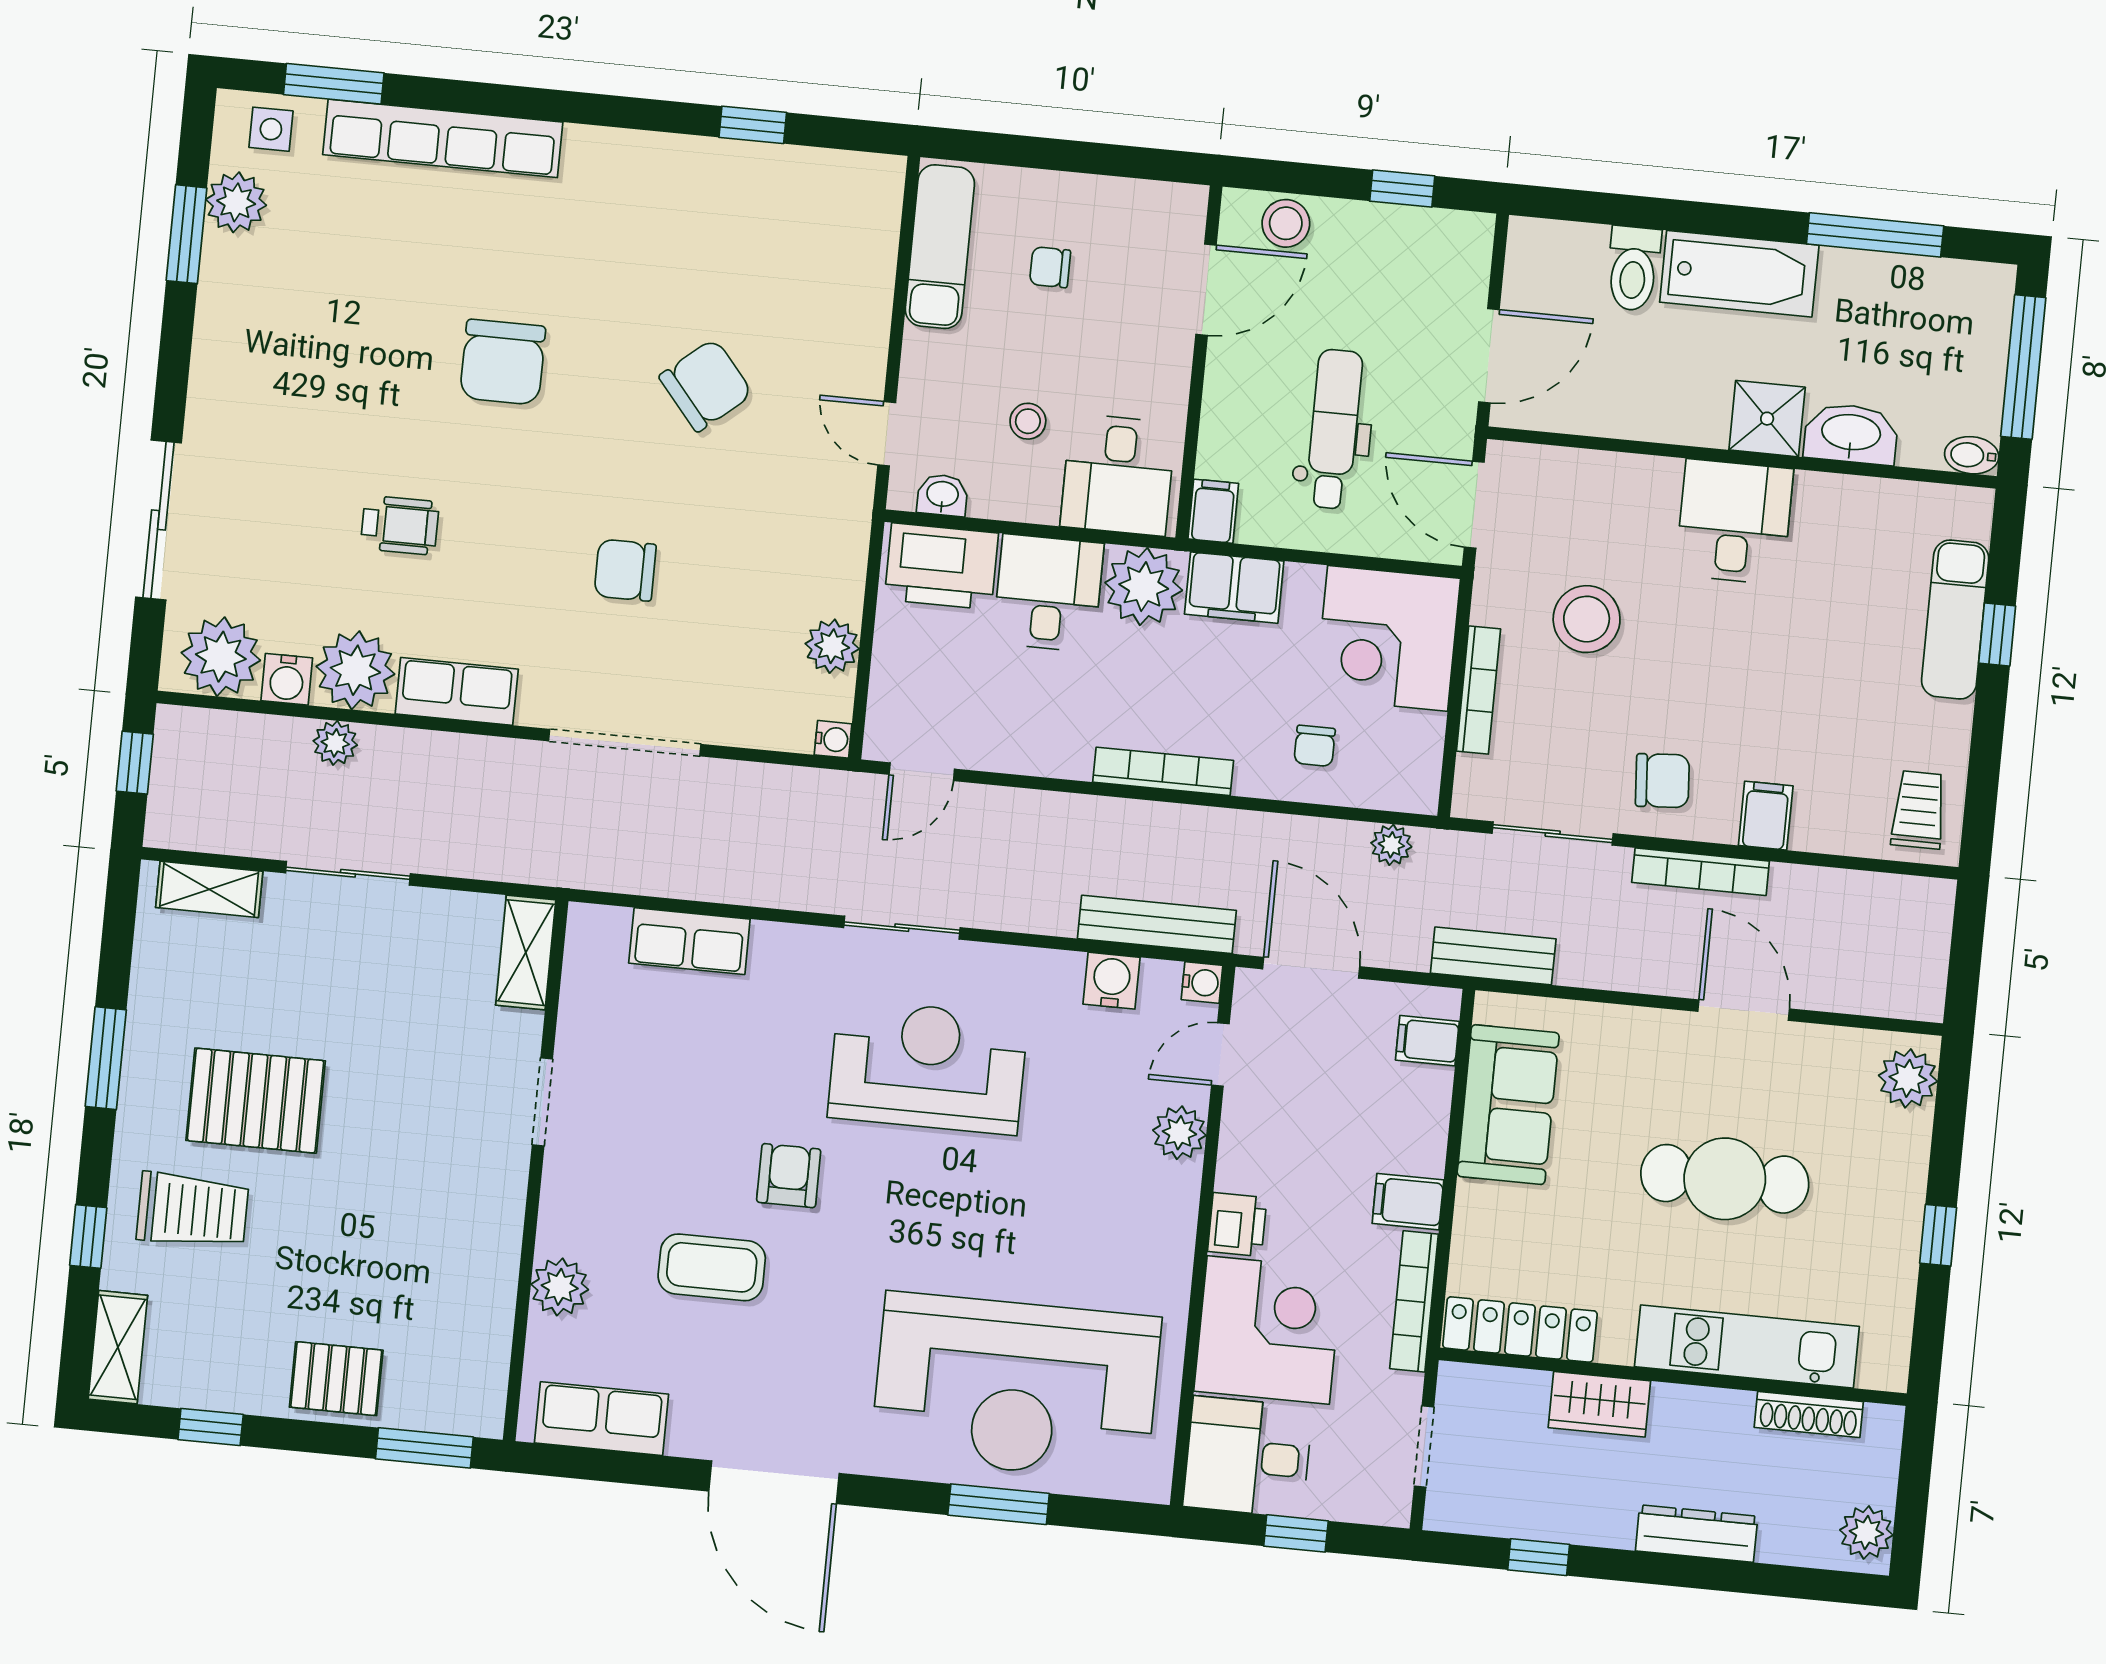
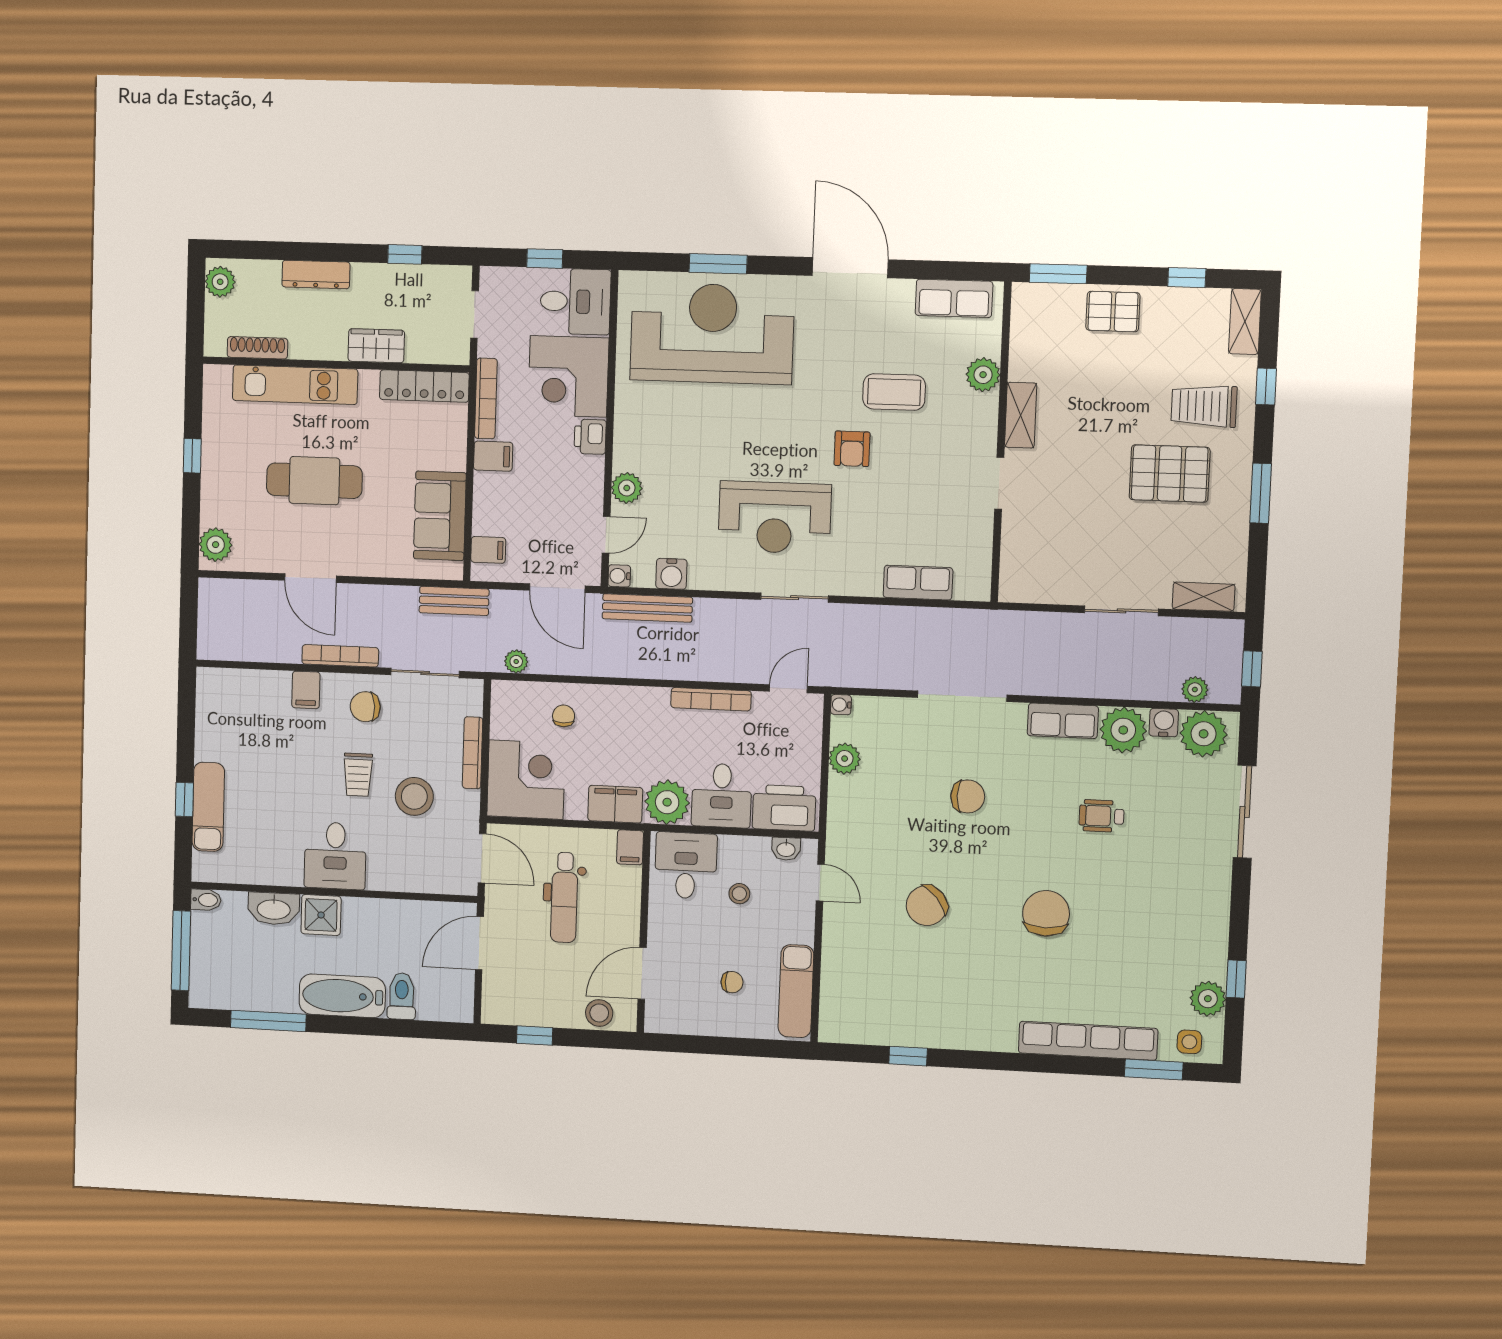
window: (187, 234) -> (1236, 979), width x0.67
plant: (335, 743) -> (1195, 689), moved
bookcase: (1163, 771) -> (711, 699), moved
trolley: (1919, 810) -> (358, 775), moved
shelving: (526, 953) -> (1021, 415), moved

